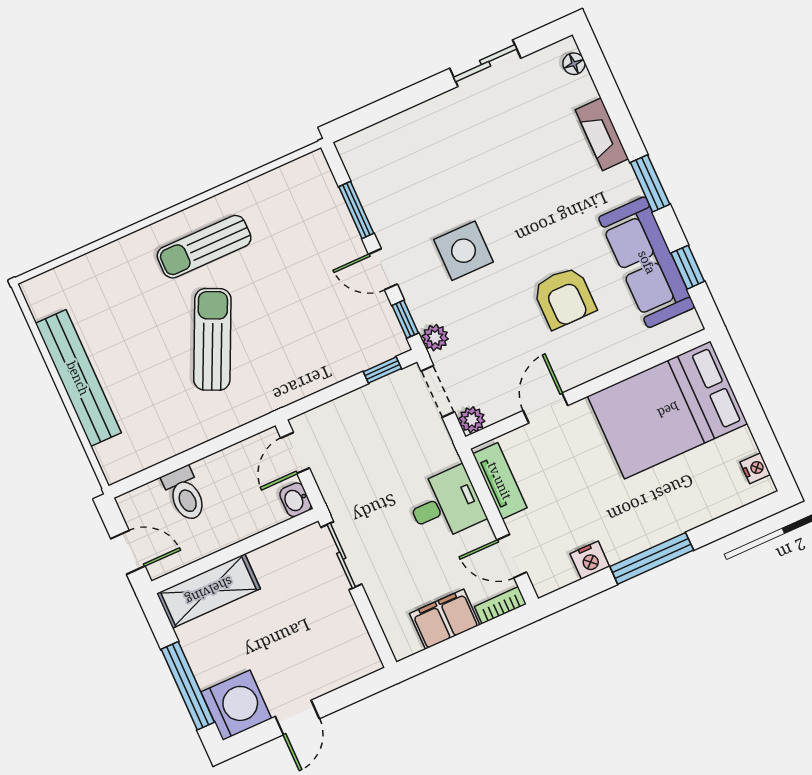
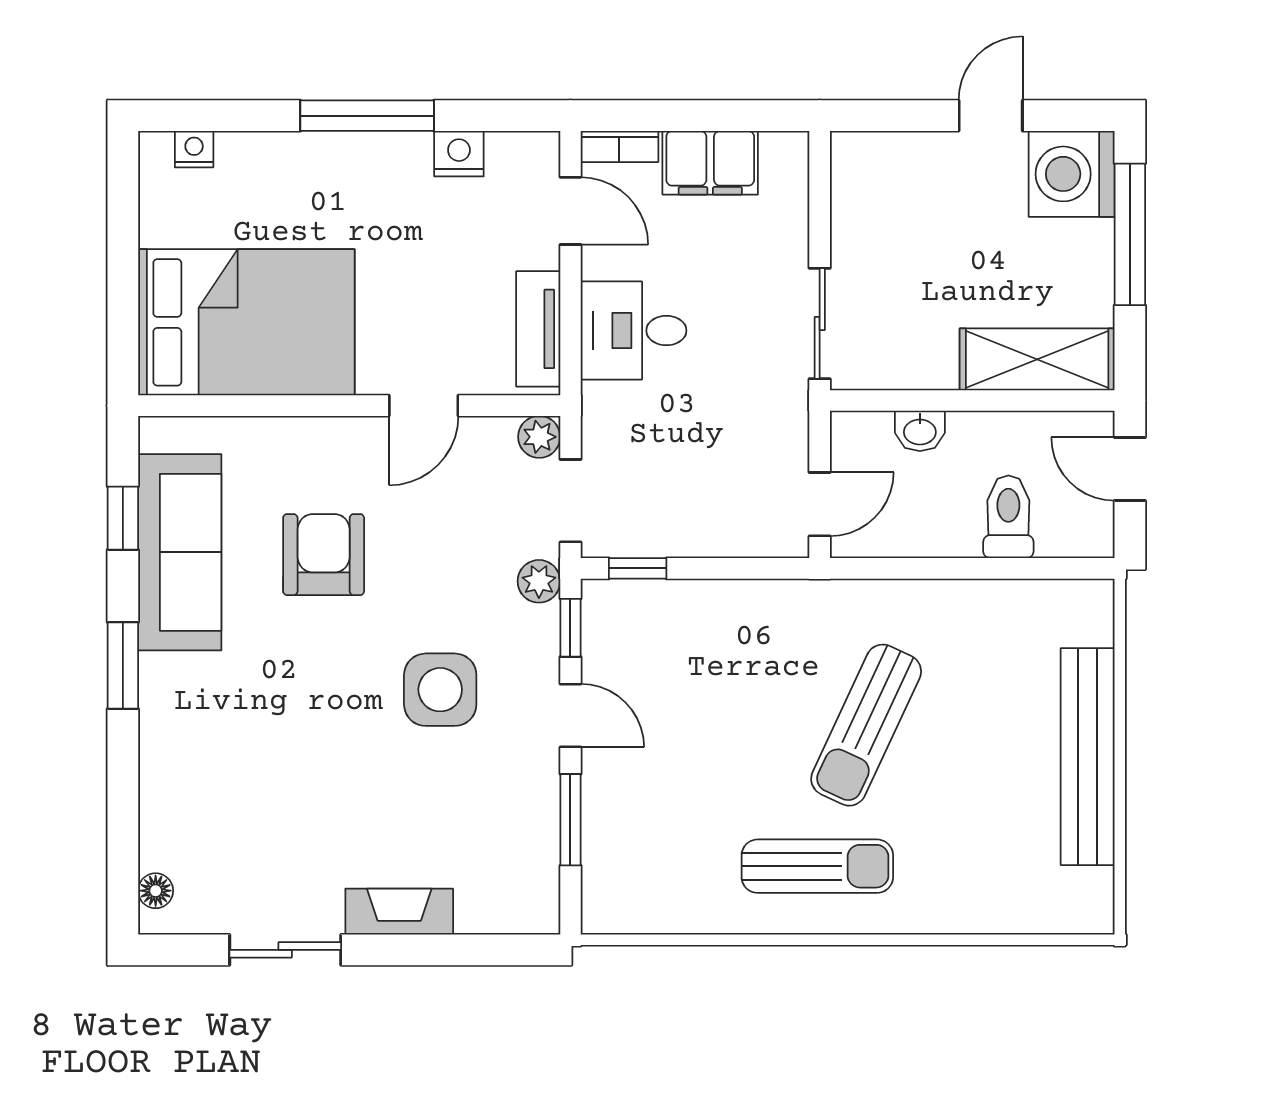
fireplace: (602, 134) -> (399, 912), moved, turned -90
nightstand: (755, 468) -> (194, 149), moved, turned 90
washbasin: (295, 500) -> (920, 431), moved, turned 90

